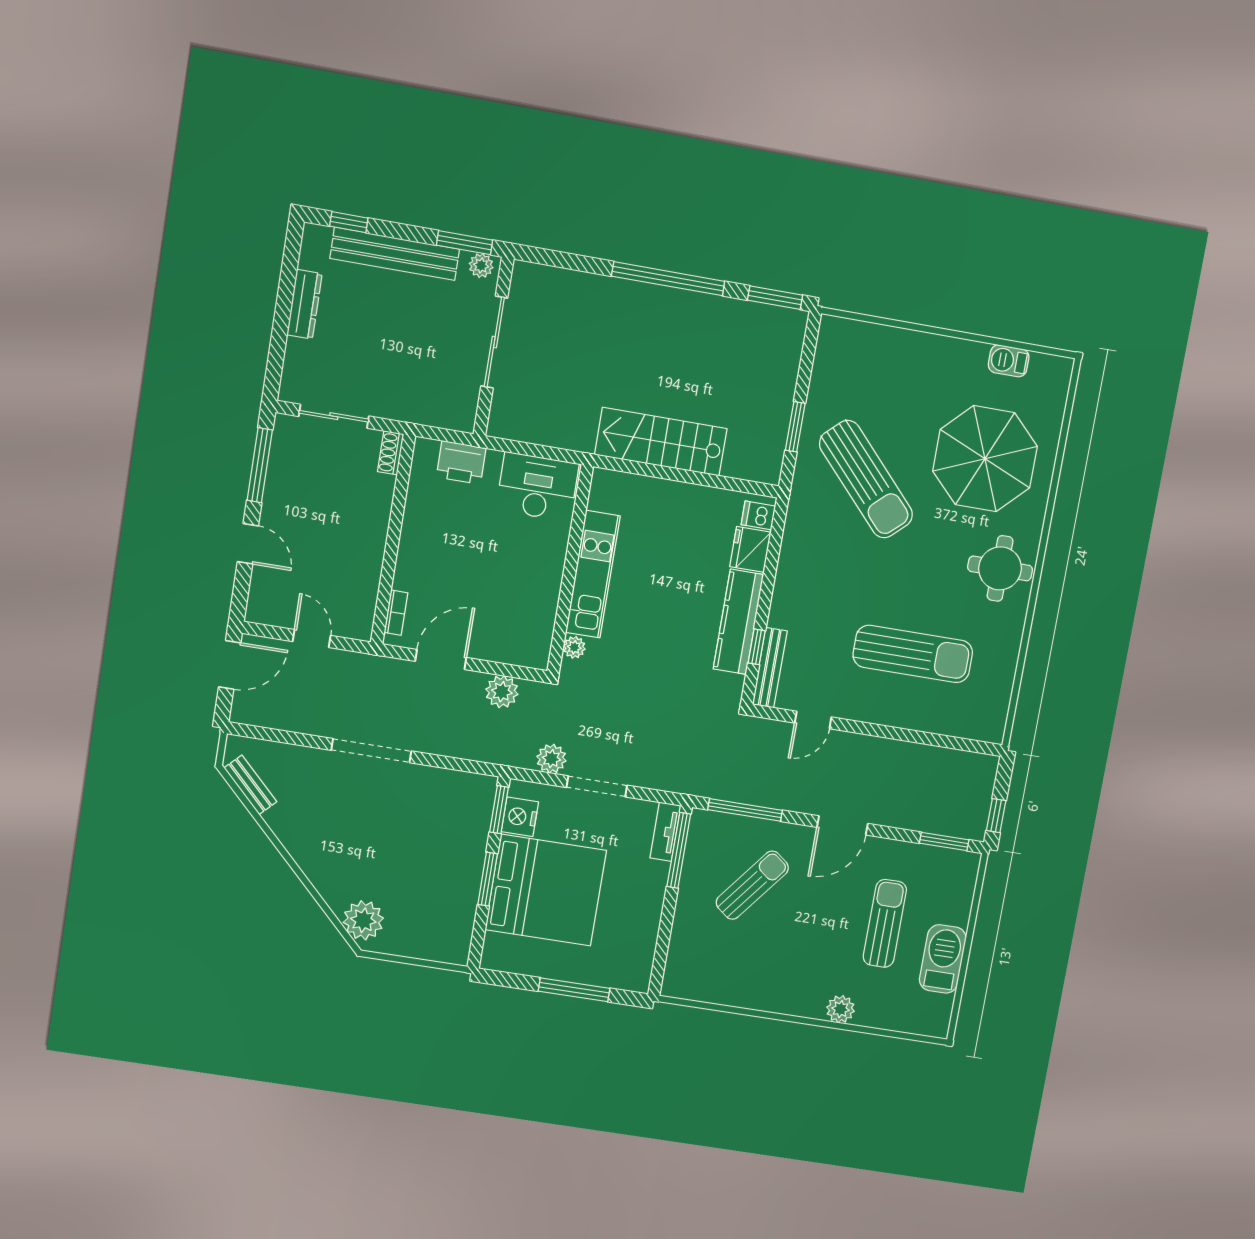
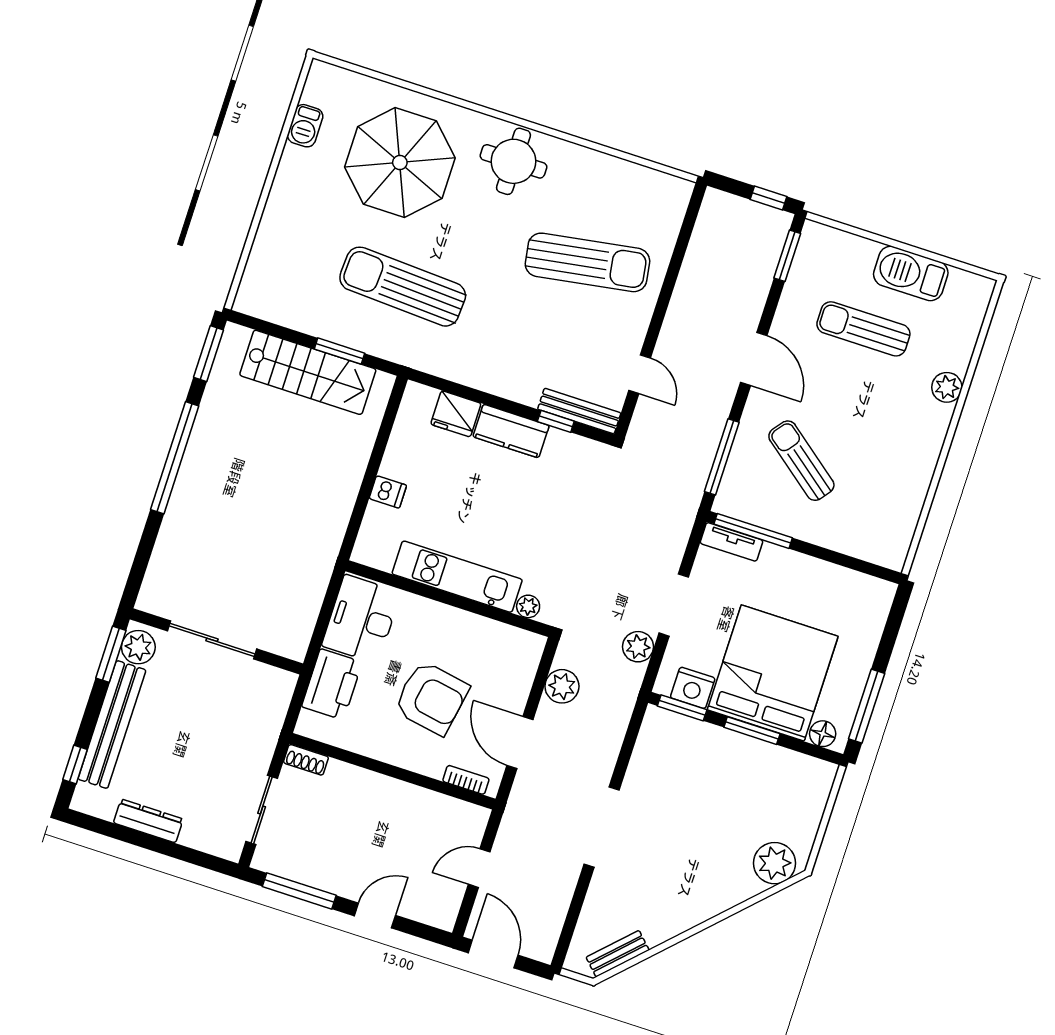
plant: (481, 266) -> (138, 647), width x1.38, depth x1.38
stairs: (661, 442) -> (308, 372), moved, turned -90
printer: (461, 463) -> (332, 684), width x1.37, depth x1.19
sun lounger: (866, 479) -> (403, 287), turned -134
dishwasher: (758, 515) -> (388, 492), moved, turned -90
armchair: (471, 567) -> (431, 698), added
kitchen counter: (738, 622) -> (511, 431), width x0.67
sun lounger: (913, 654) -> (587, 262), turned 81
floor lamp: (495, 946) -> (823, 734), added
window: (574, 990) -> (867, 706), moved

